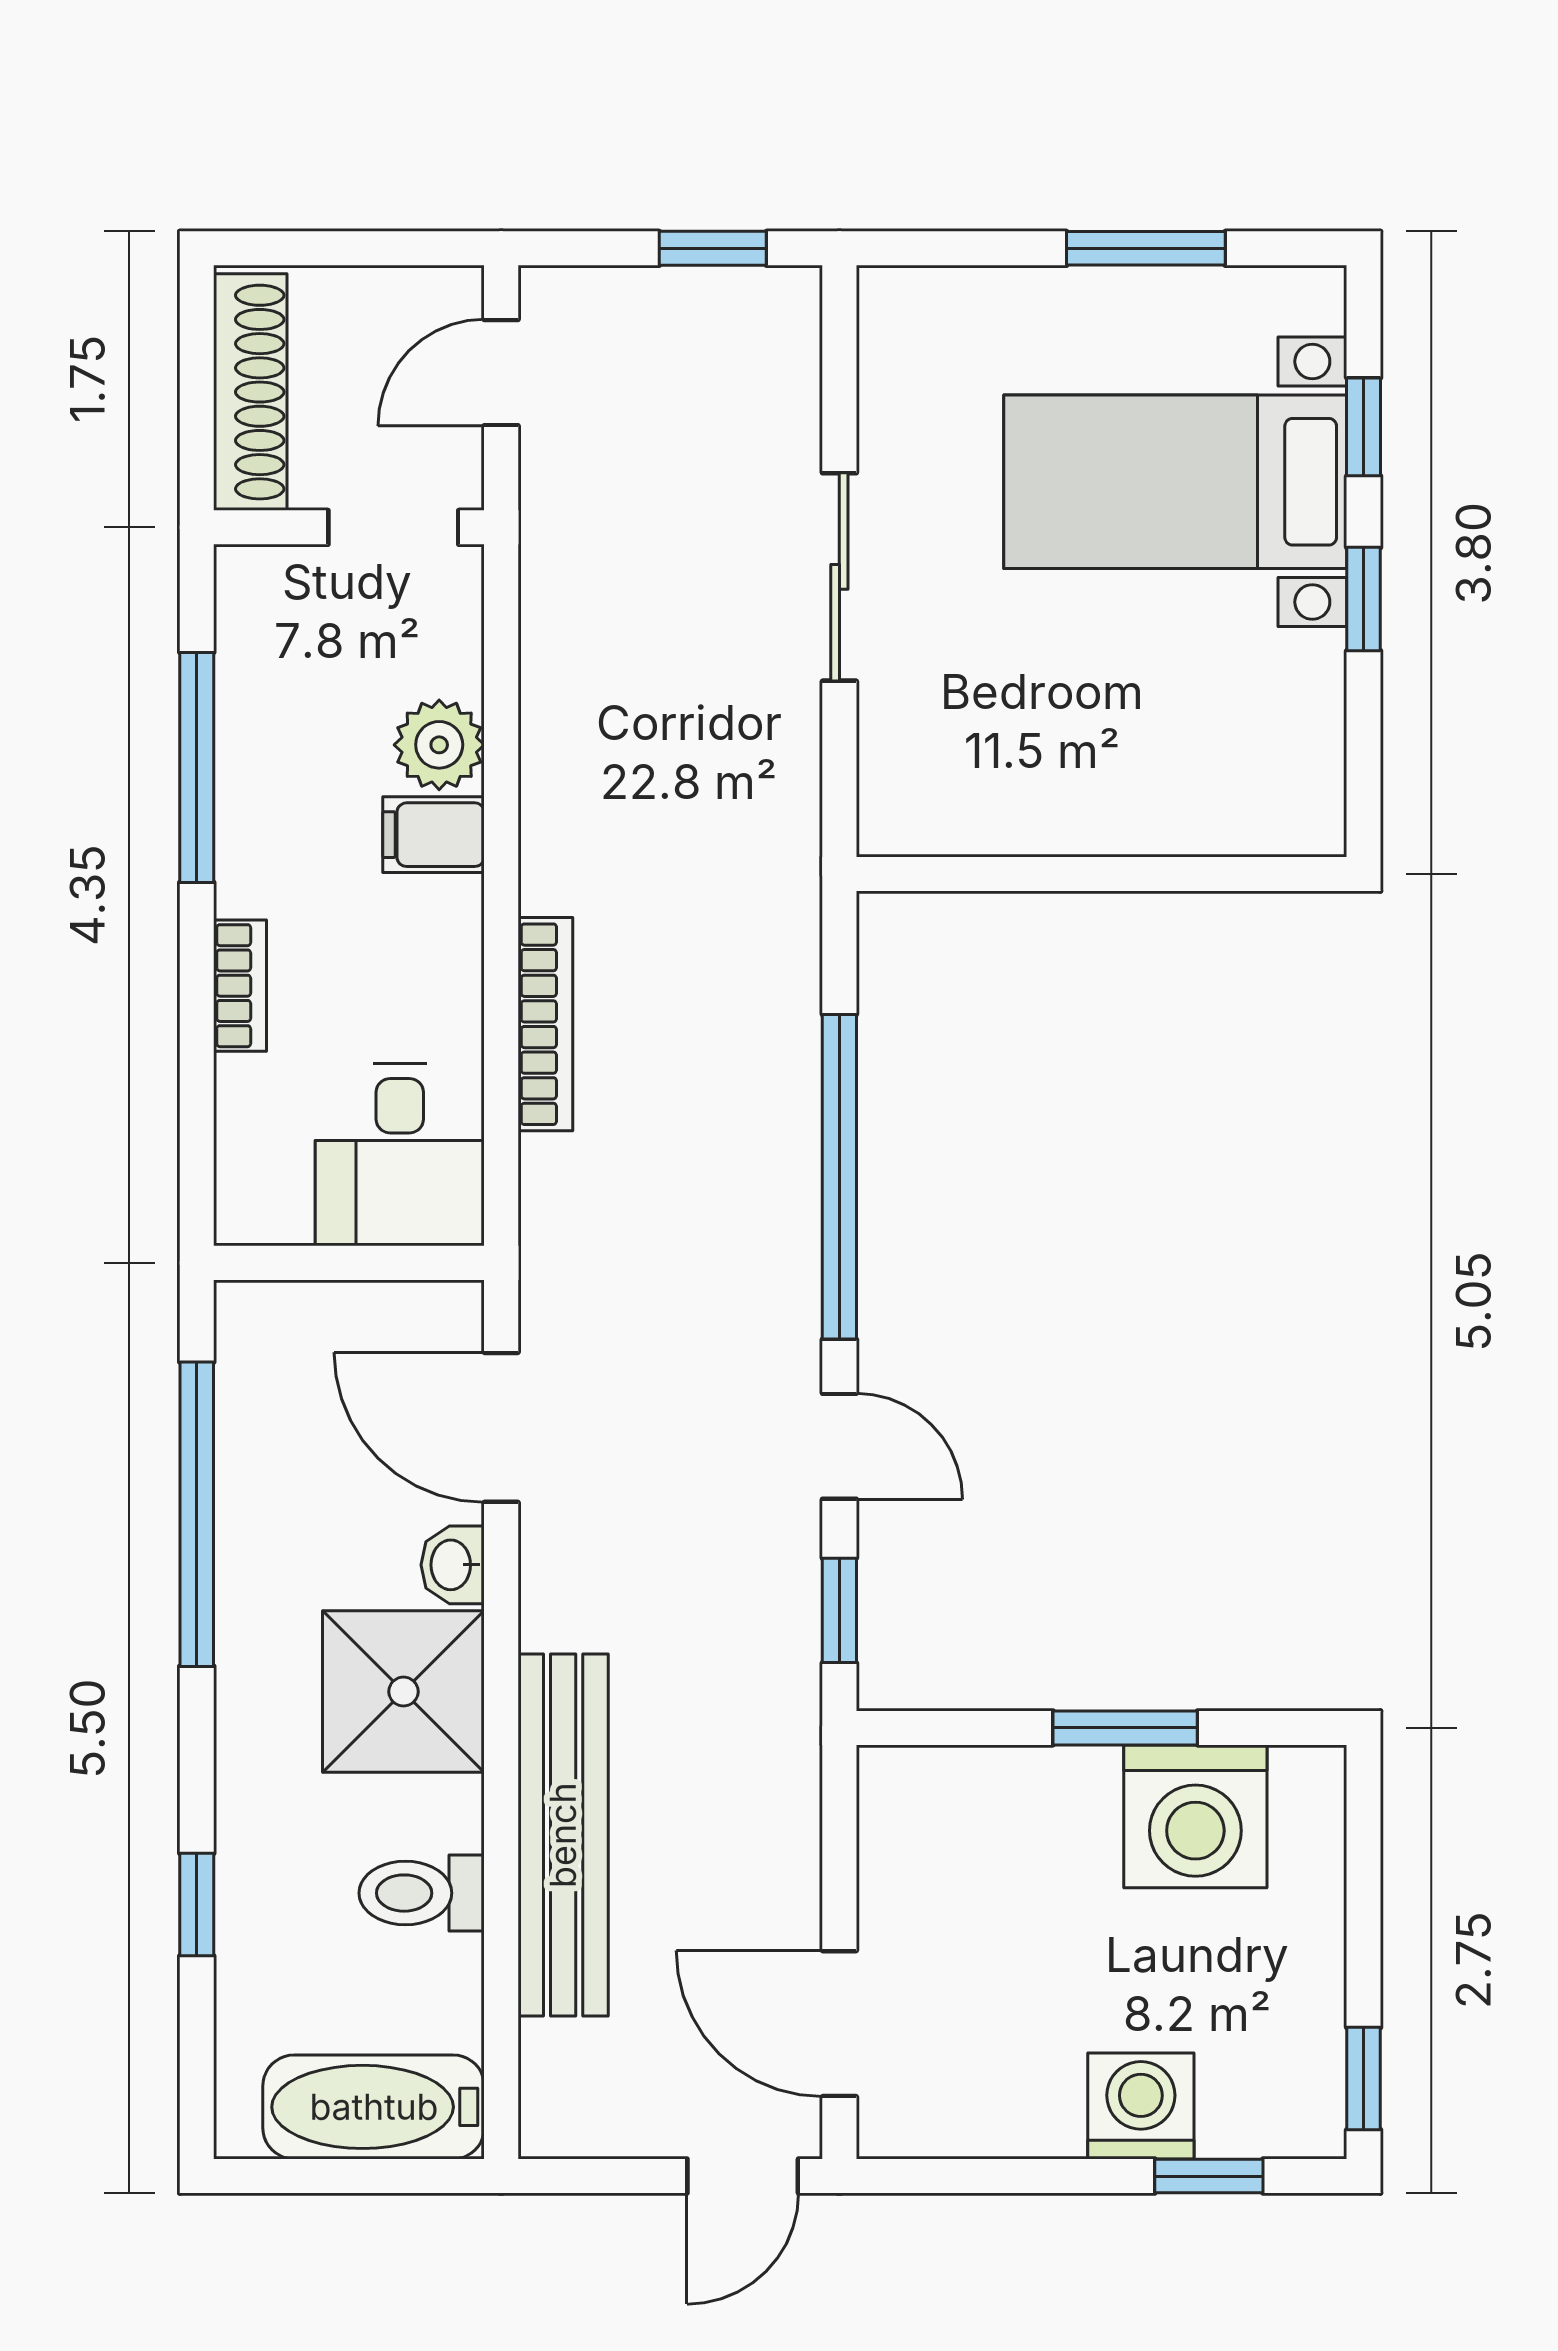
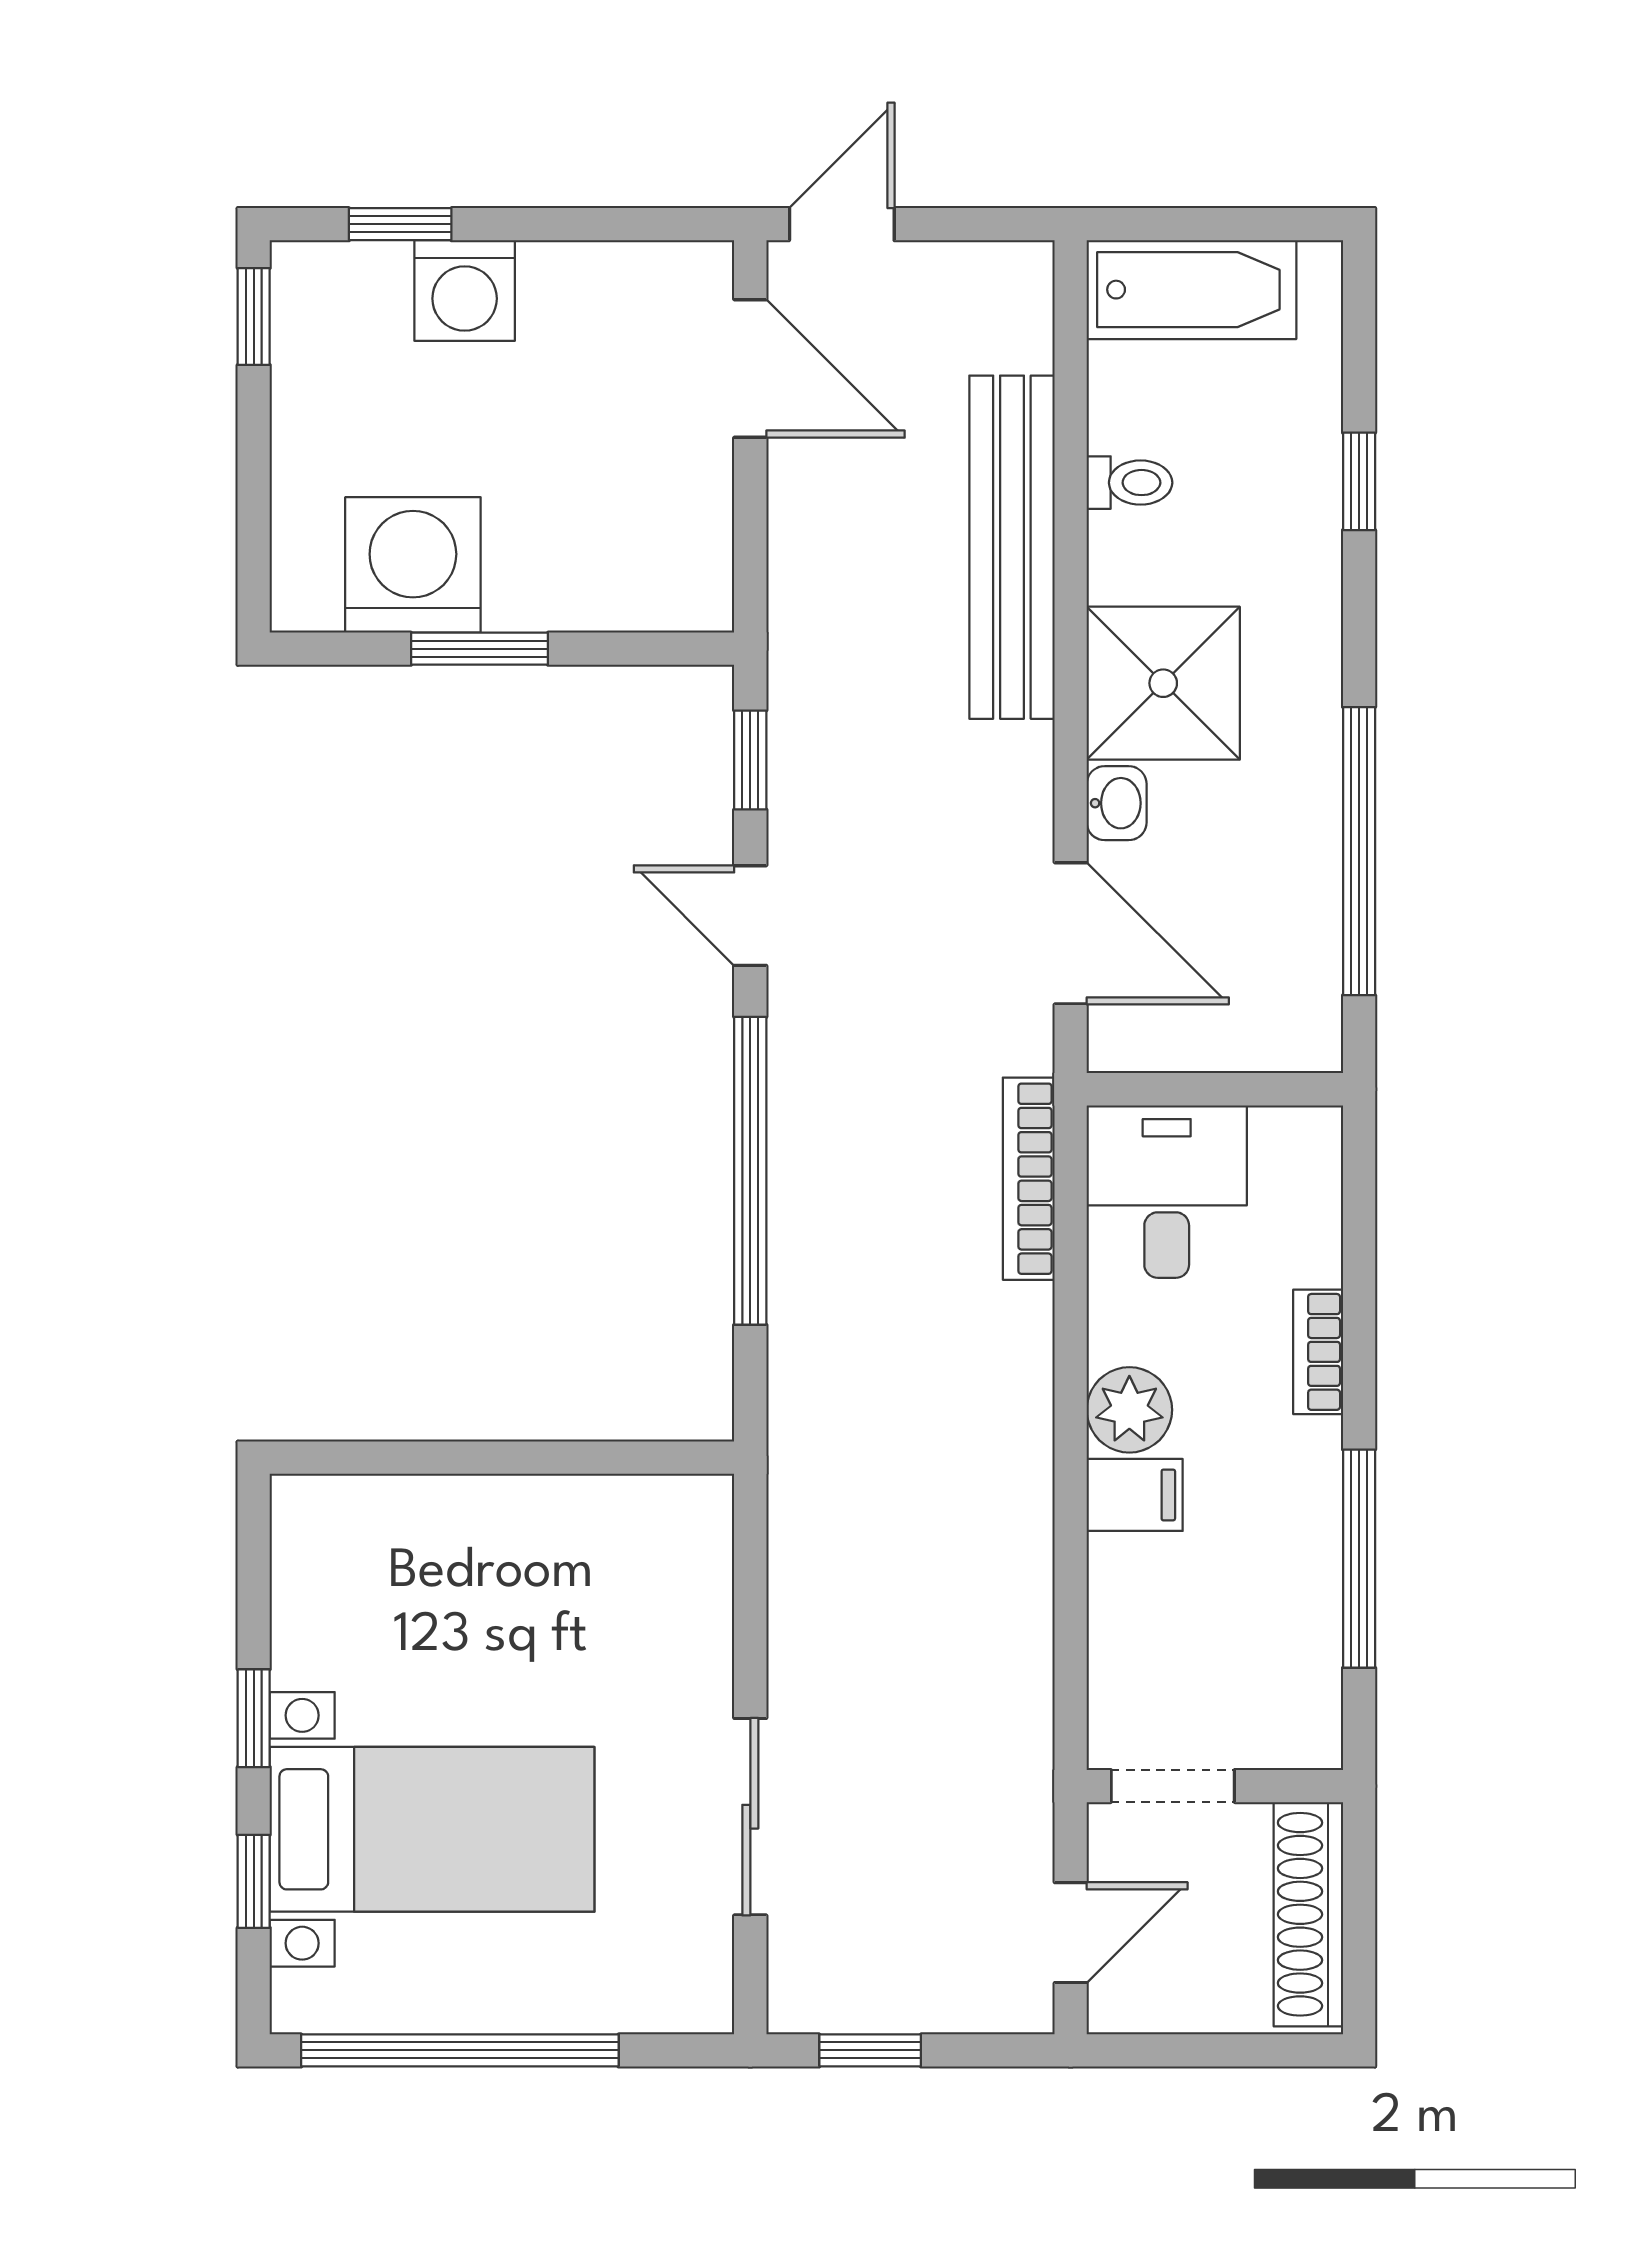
window: (1146, 248) -> (460, 2050), width x2.11
sliding door: (839, 577) -> (750, 1817), moved
plant: (439, 745) -> (1129, 1410), moved
bookcase: (545, 1024) -> (1029, 1179), moved
toilet: (422, 1893) -> (1129, 483), width x0.73, depth x0.72

